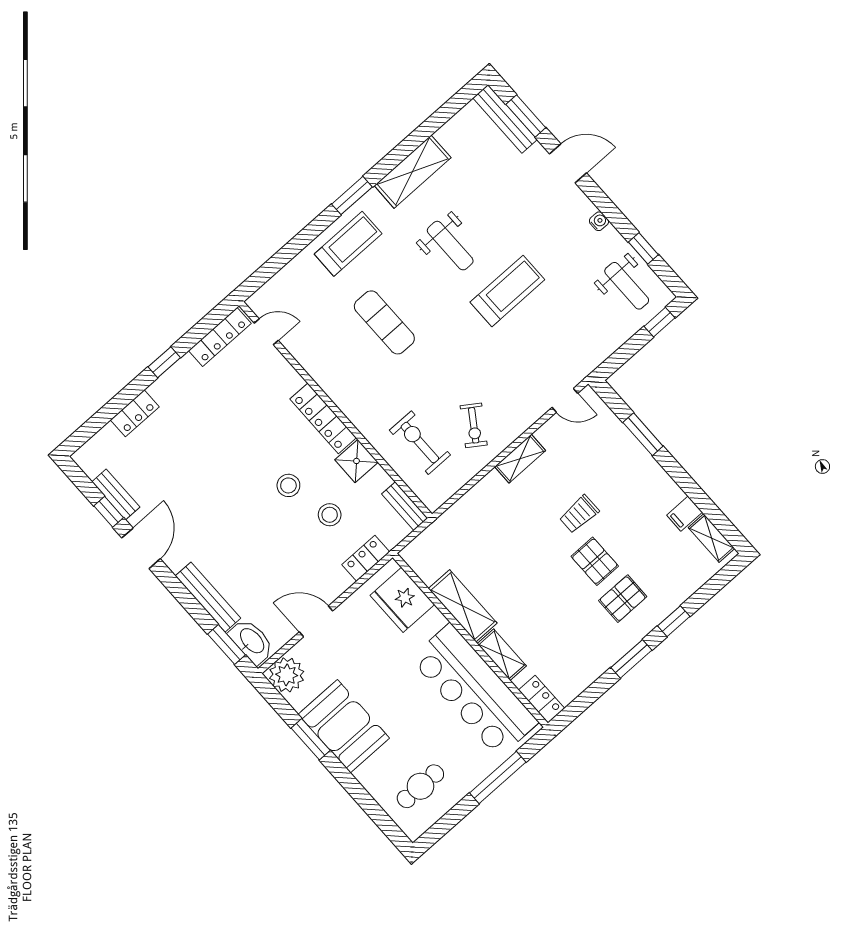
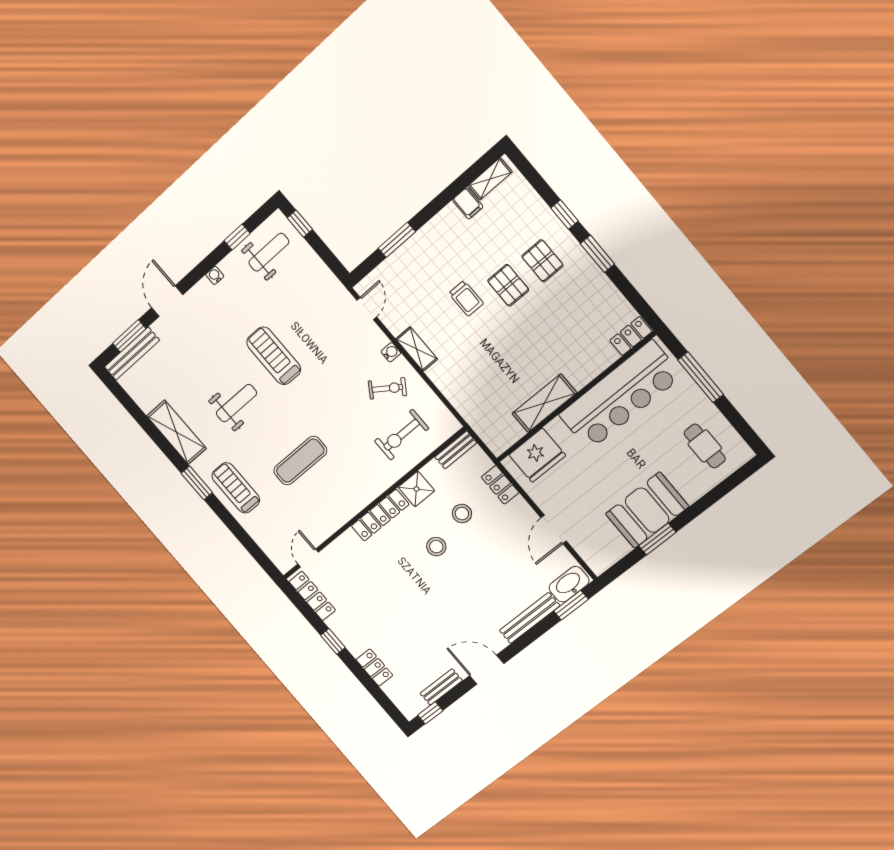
water cooler: (516, 429) -> (391, 352), added
window: (109, 512) -> (430, 713), moved
pallet: (595, 561) -> (508, 285), turned 90
shelving: (502, 655) -> (589, 370), removed
plant: (287, 675) -> (600, 556), removed

